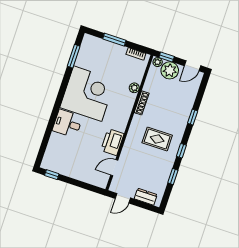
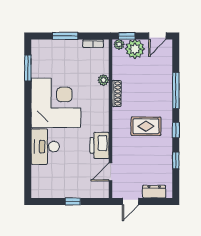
window: (193, 117) -> (176, 90), width x2.17
desk: (67, 124) -> (45, 147), width x1.37
window: (52, 175) -> (73, 201), moved

